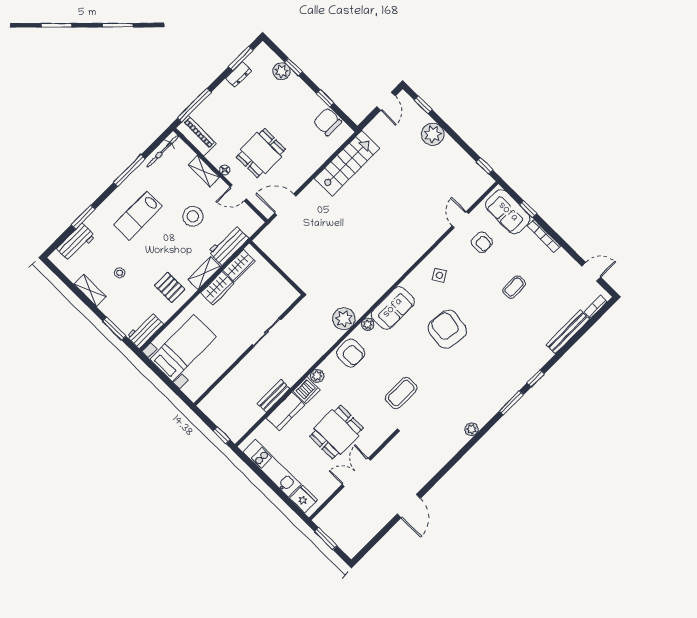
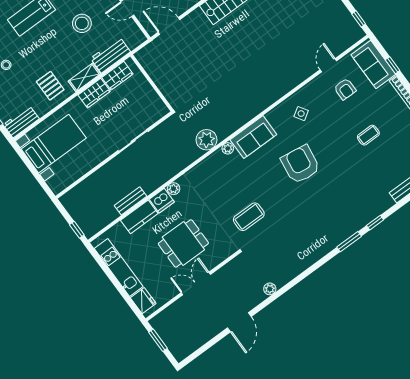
armchair: (351, 353) -> (208, 173), removed
plant: (472, 429) -> (270, 289), moved

